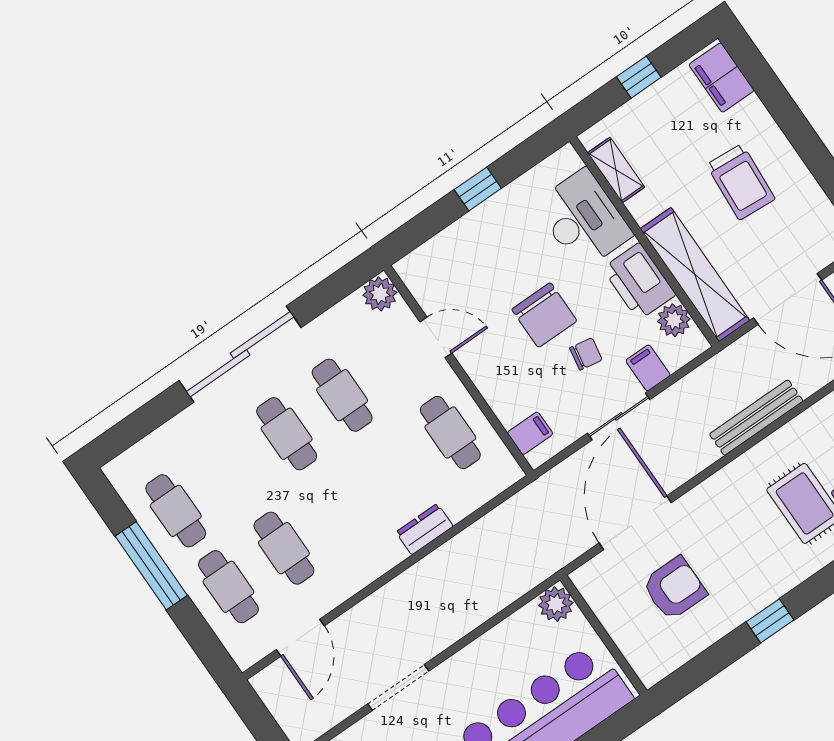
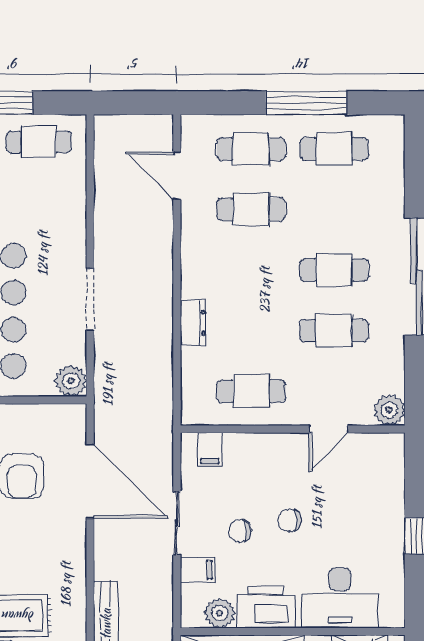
chair: (544, 315) -> (290, 520), width x0.54, depth x0.54
chair: (586, 354) -> (240, 531), turned 80
doorway: (398, 687) -> (90, 299), moved

